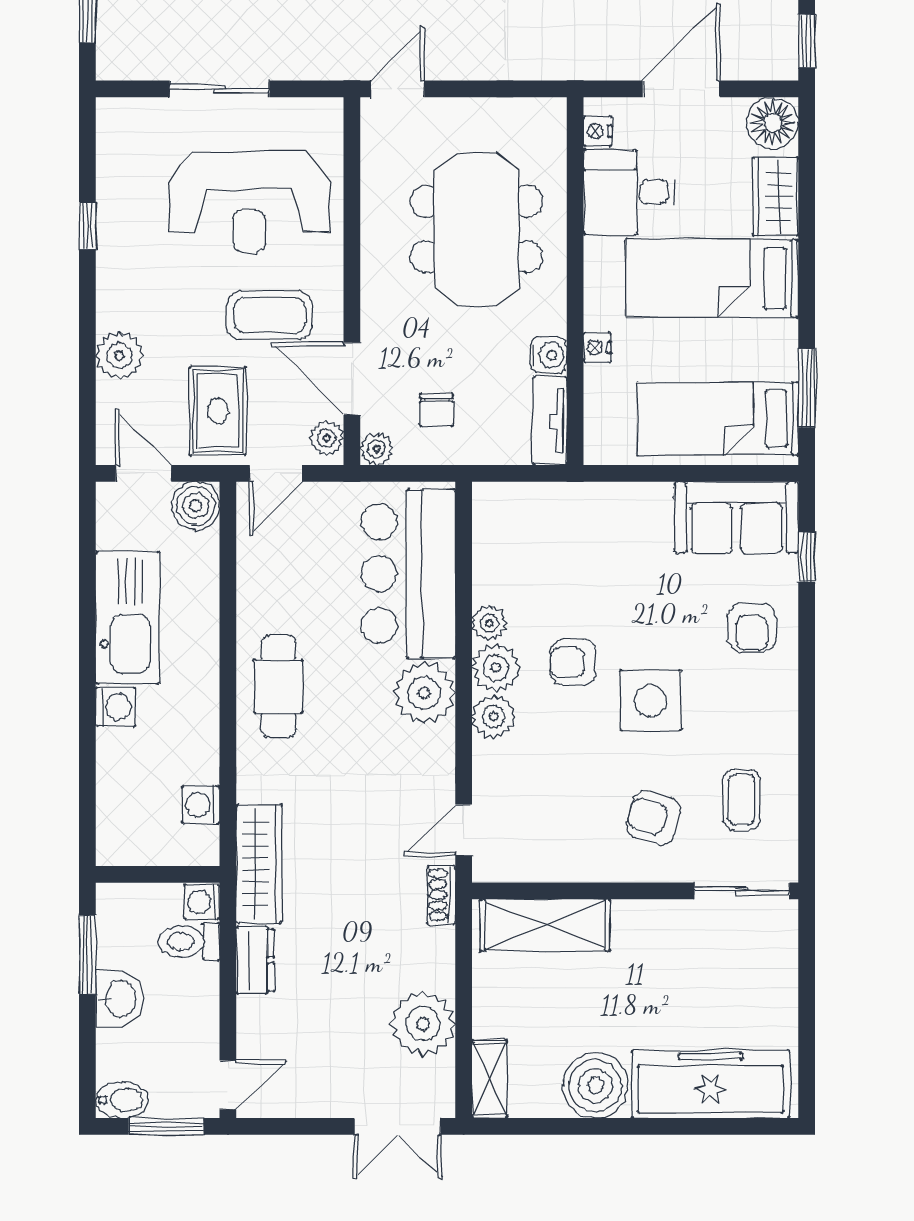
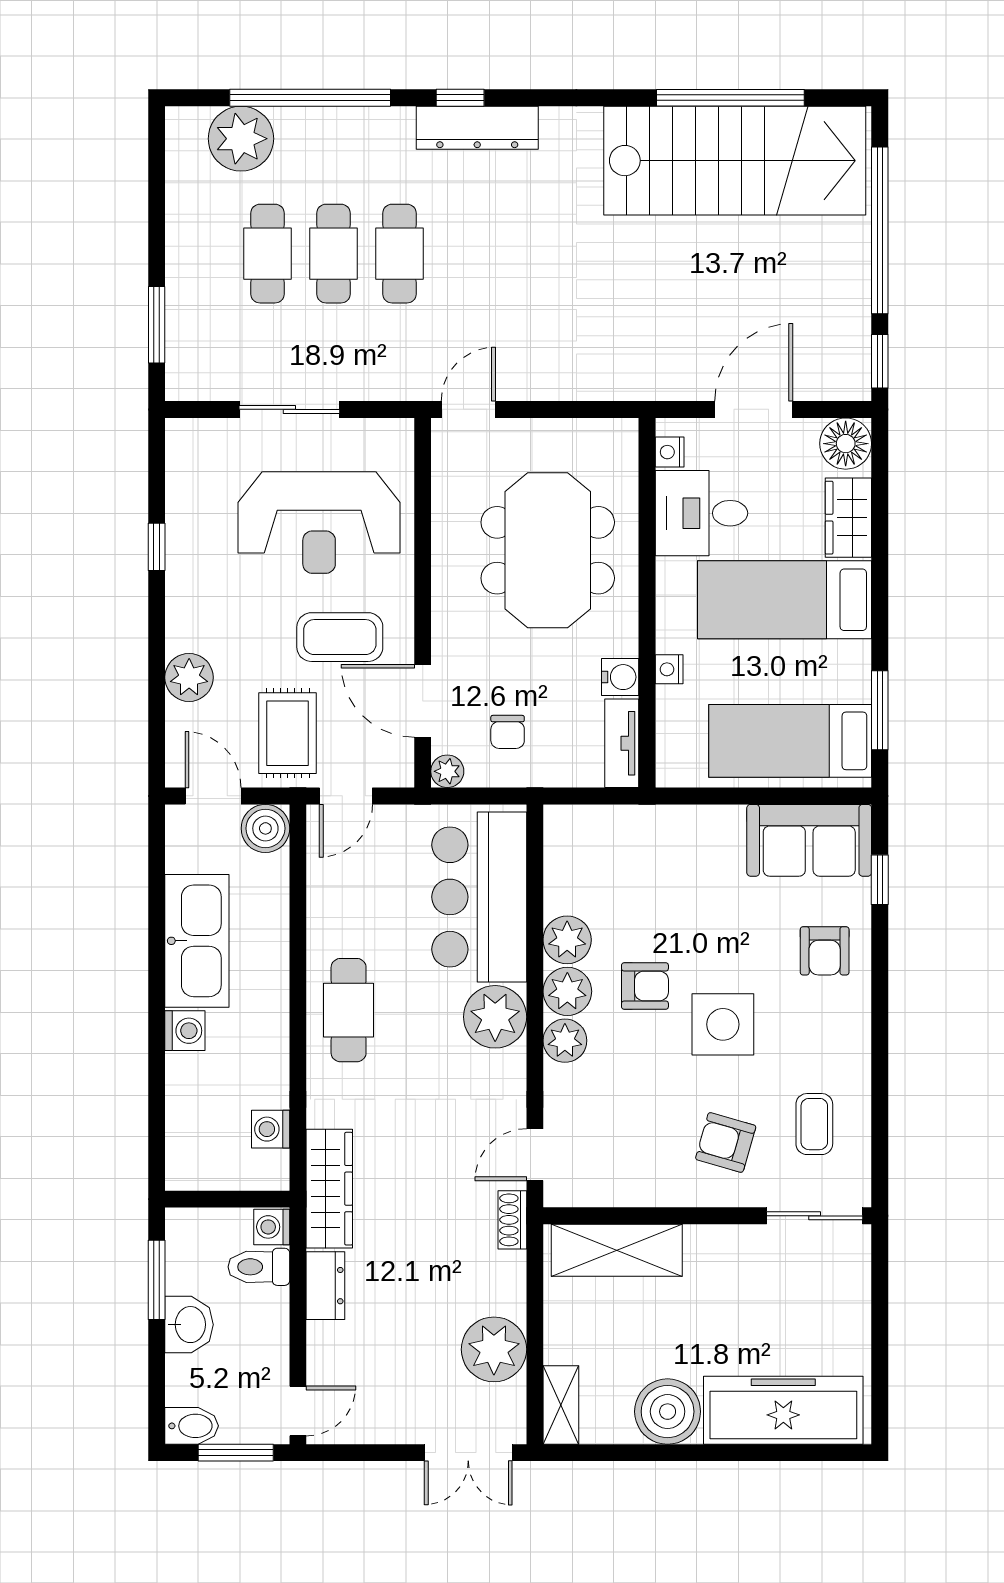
plant: (327, 438) -> (397, 761), removed
plant: (489, 623) -> (567, 940), width x1.38, depth x1.38
armchair: (573, 662) -> (645, 986), turned 180

